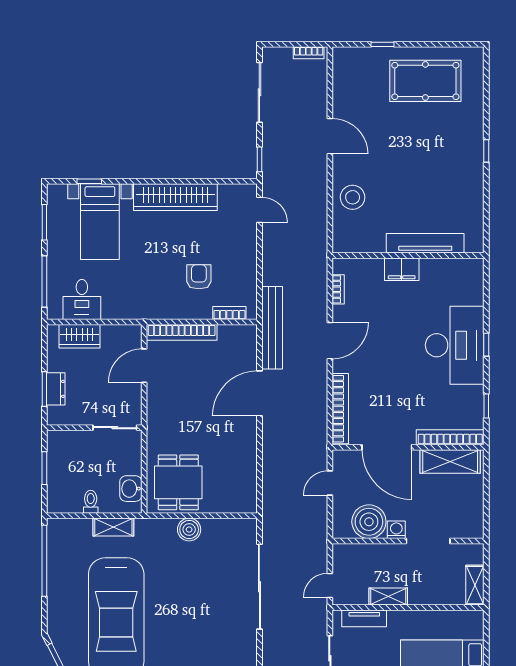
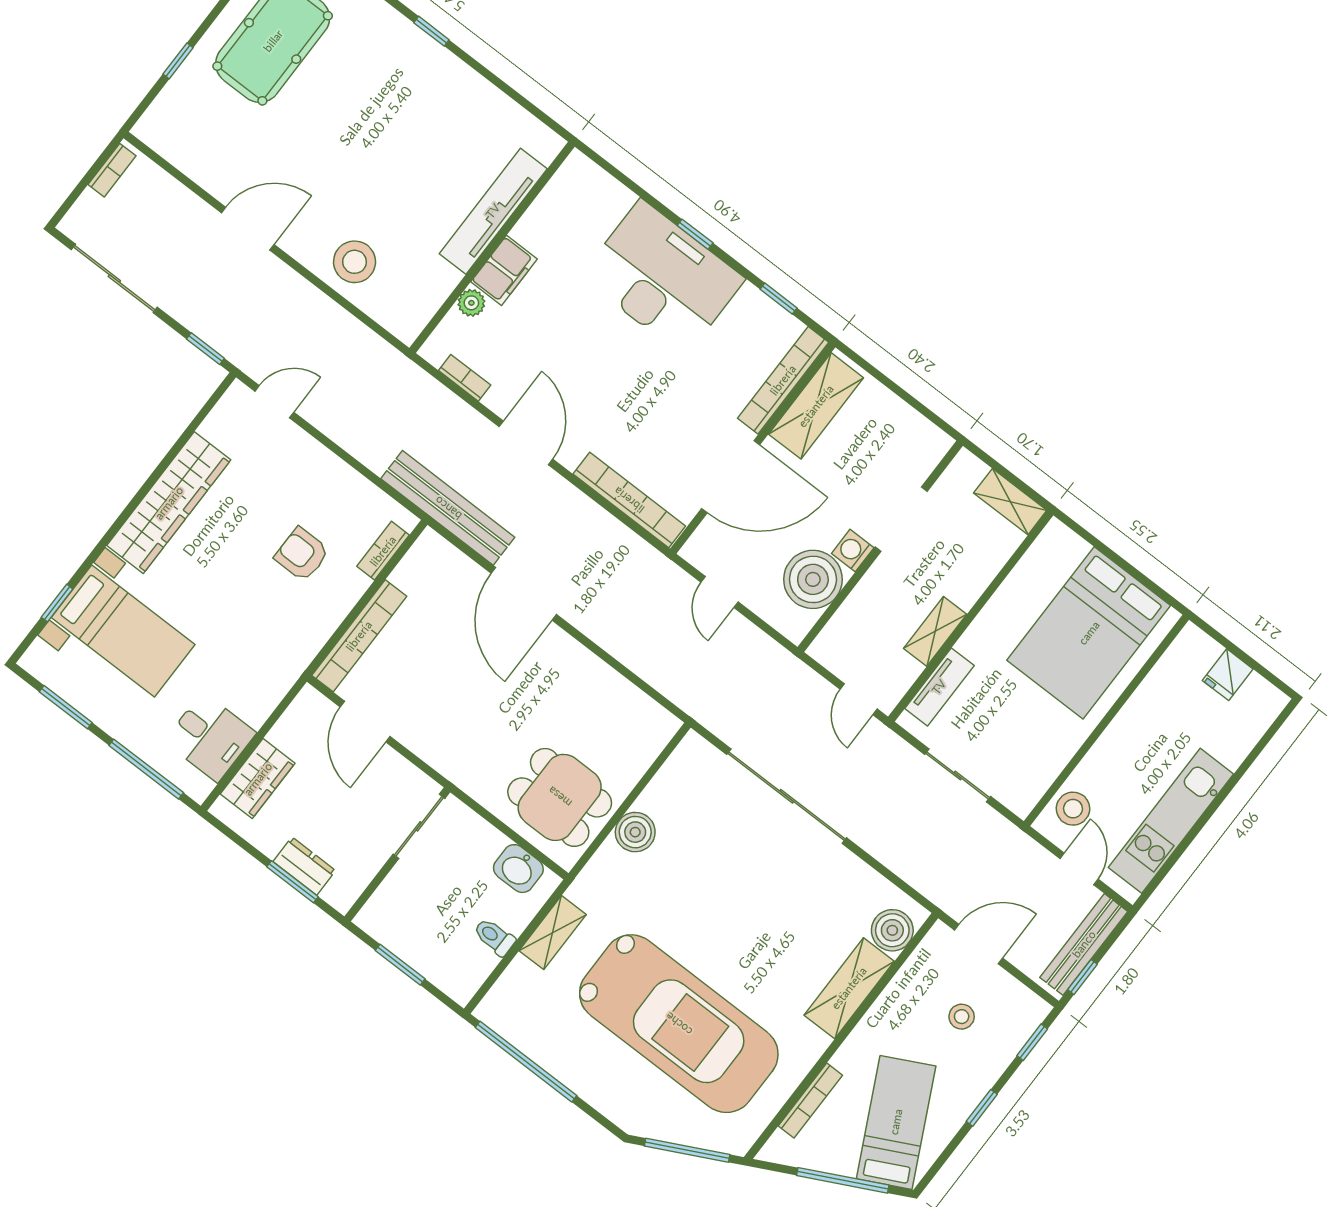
plant: (375, 266) -> (471, 303), added

